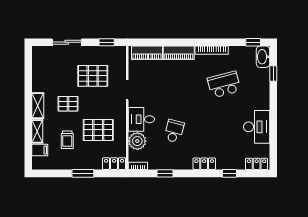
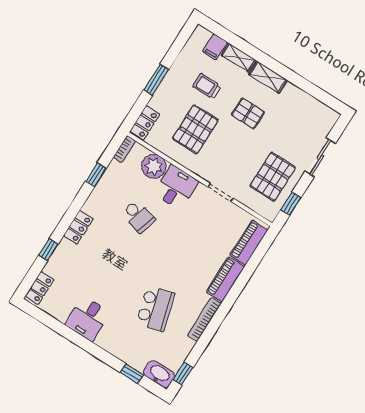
pallet: (93, 76) -> (273, 177), moved
pallet: (68, 104) -> (248, 113), turned 90
desk: (257, 127) -> (88, 318), width x0.73

